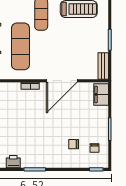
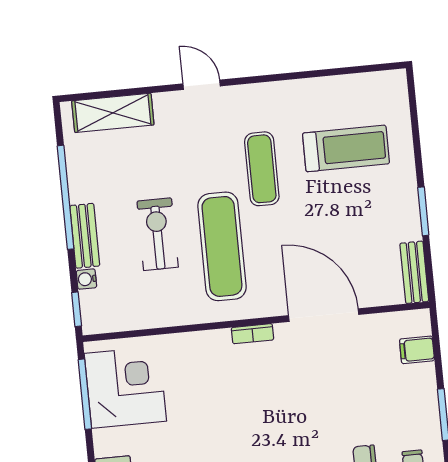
door: (62, 81) -> (324, 315), swing flipped
filing cabinet: (101, 94) -> (417, 350), width x0.50

